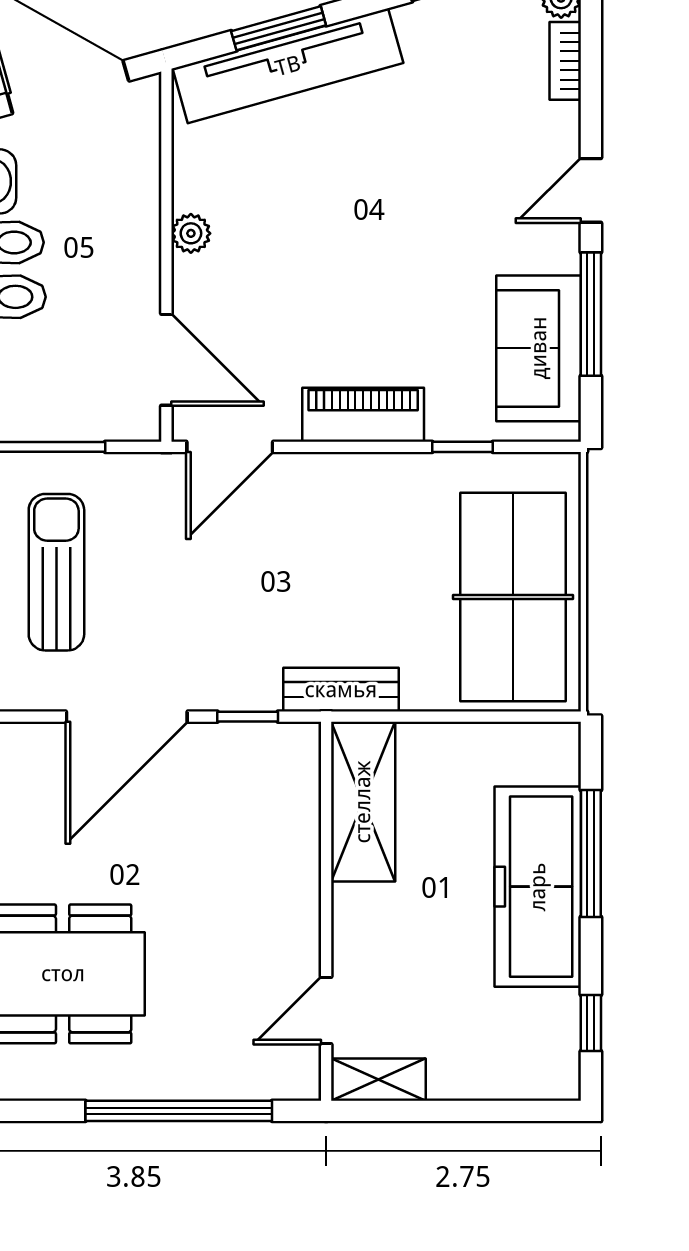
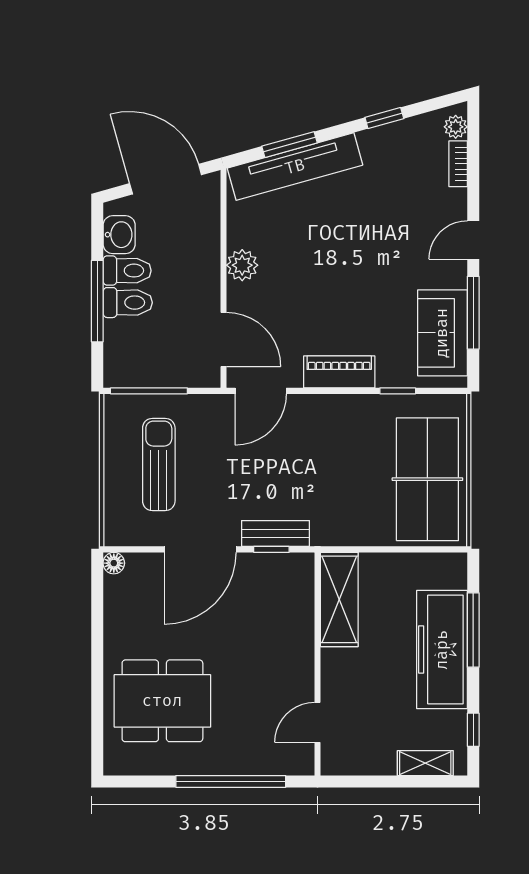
plant: (191, 233) -> (242, 265), width x1.38, depth x1.38
bench: (341, 690) -> (276, 534), moved
shelving: (378, 1080) -> (425, 763), moved

